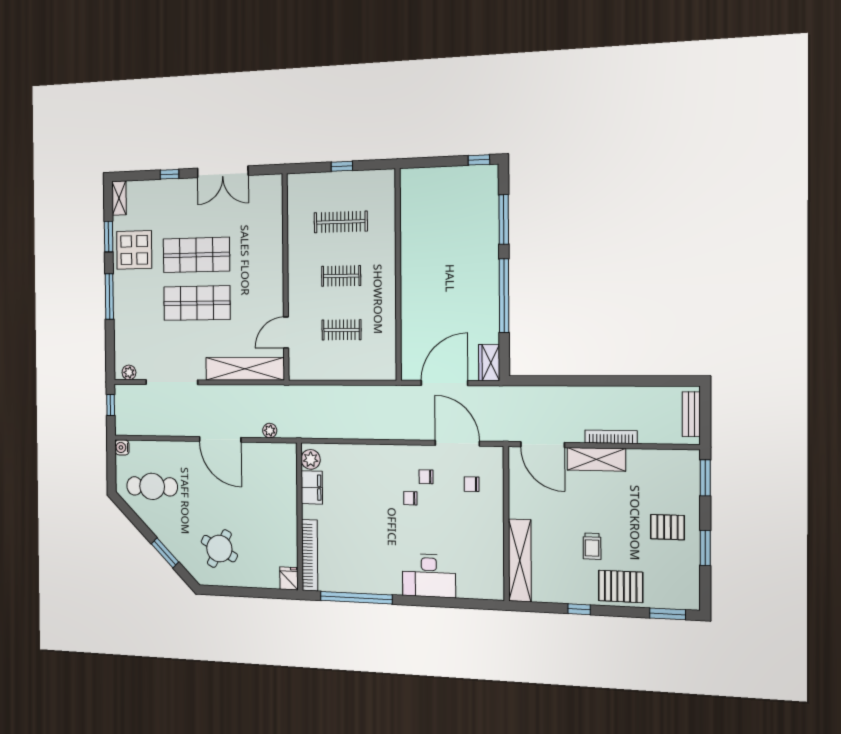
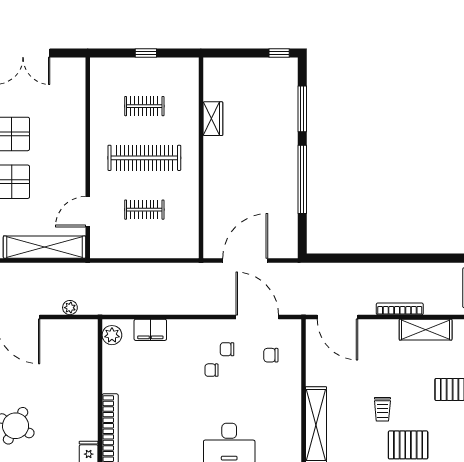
clothes rail: (341, 222) -> (144, 106), width x0.73
clothes rail: (341, 276) -> (144, 158), width x1.86, depth x1.31
wardrobe: (489, 363) -> (213, 119), moved, turned 180
shelving: (596, 459) -> (426, 330), moved
filing cabinet: (312, 487) -> (150, 330), moved, turned 90

